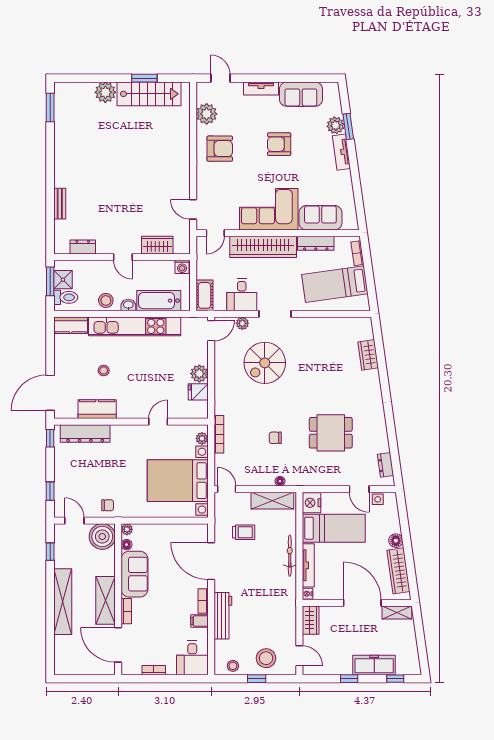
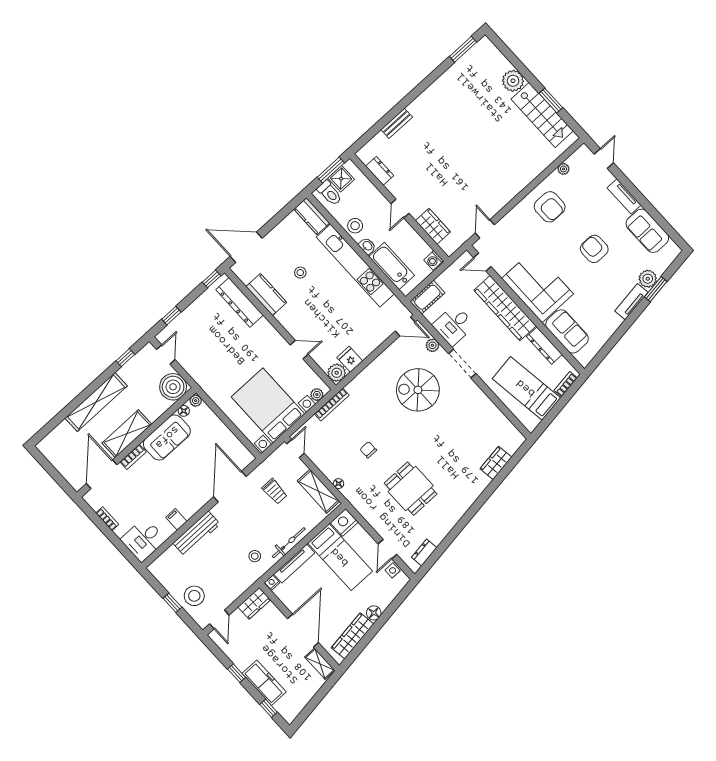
plant: (207, 114) -> (563, 169), width x0.53, depth x0.53
plant: (199, 374) -> (337, 373), moved
chair: (108, 505) -> (201, 369), removed
bookcase: (203, 601) -> (194, 508), removed
stool: (233, 666) -> (255, 556), moved

